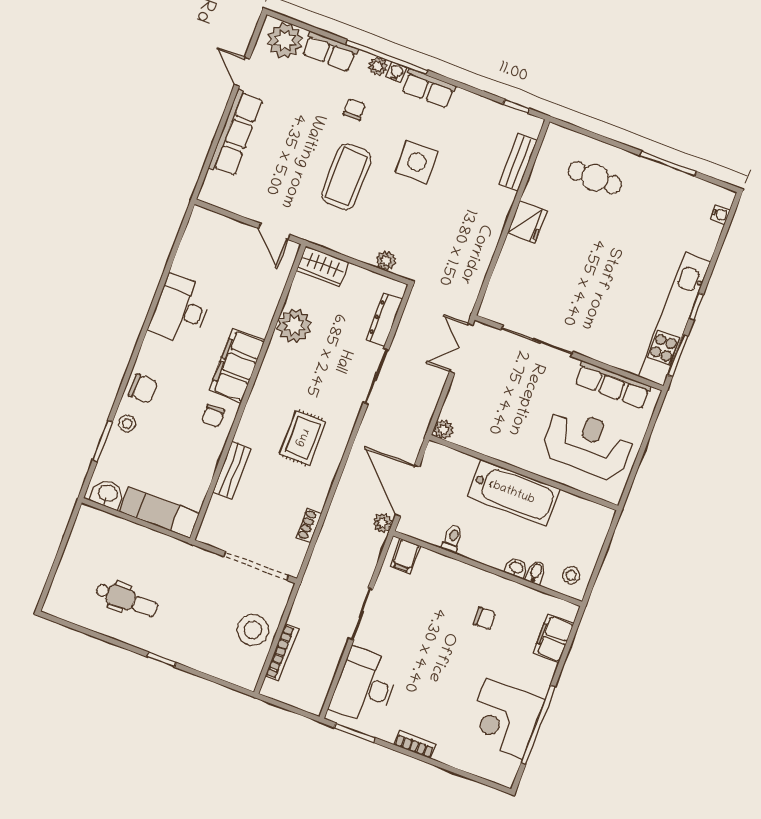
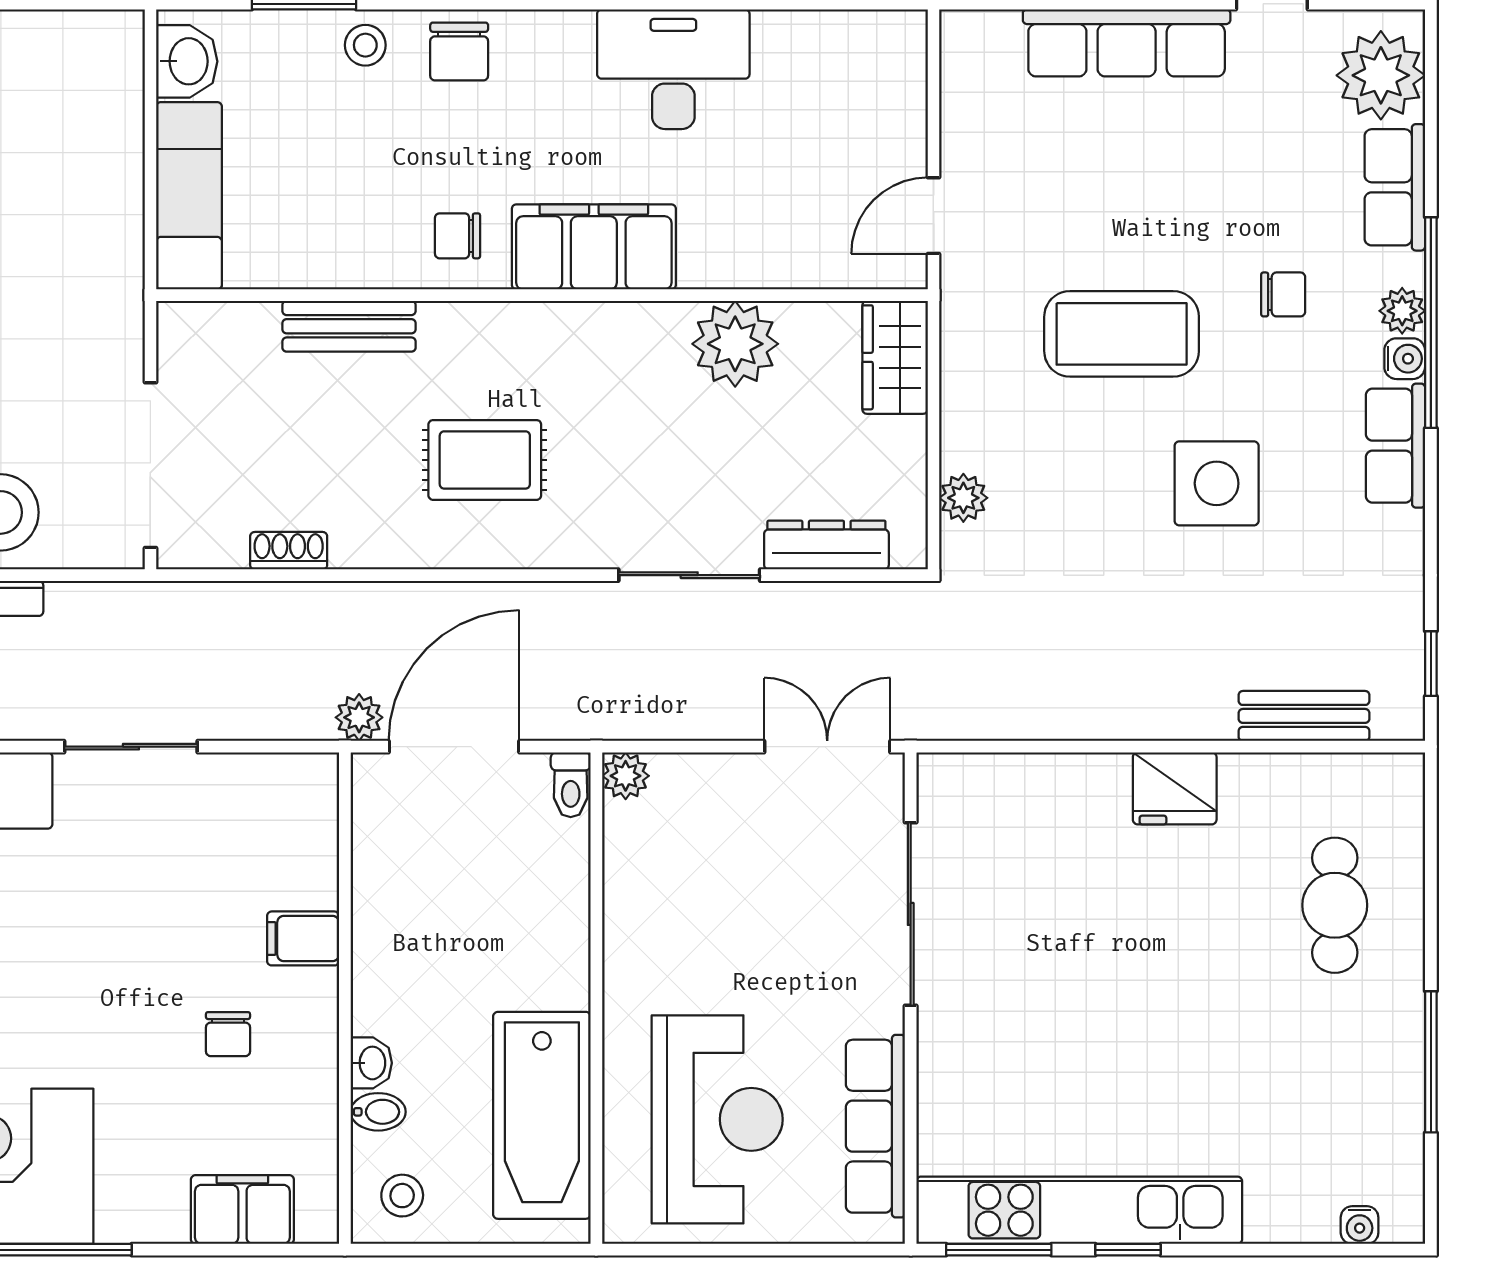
bathtub: (514, 493) -> (542, 1115), moved
toilet: (452, 539) -> (571, 785), moved, turned 90
filing cabinet: (405, 556) -> (303, 938), moved

